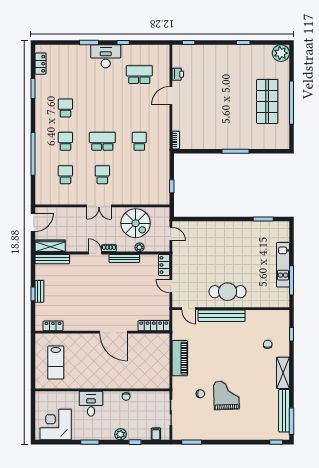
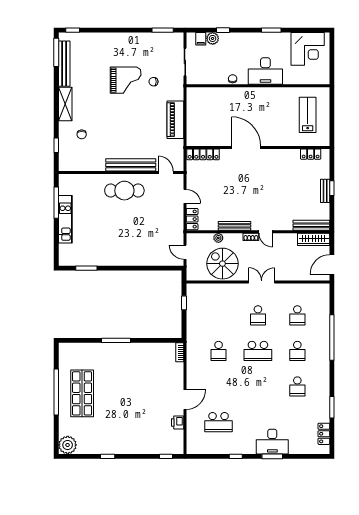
desk: (106, 56) -> (272, 442), moved
grand piano: (226, 395) -> (126, 80), turned -88
desk: (91, 404) -> (265, 71), width x1.37
plant: (120, 434) -> (213, 38), moved

